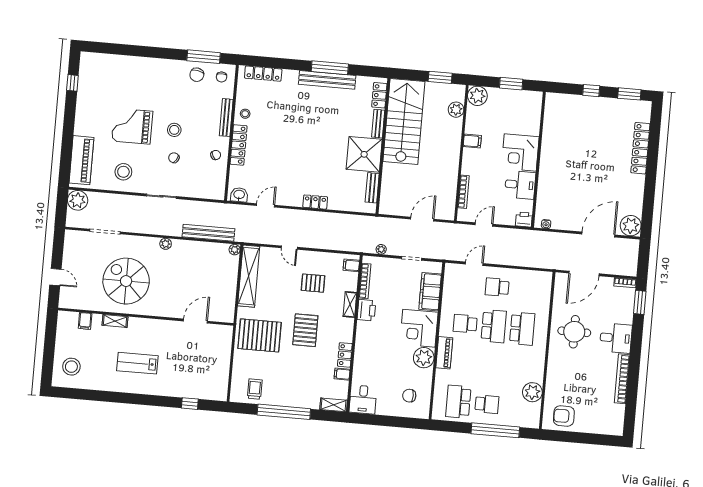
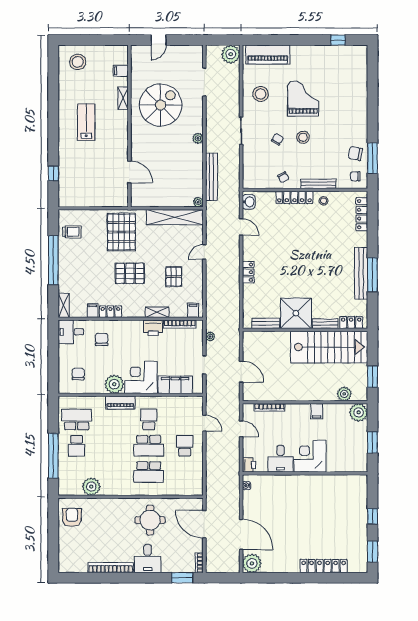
chair: (374, 367) -> (102, 339), added

